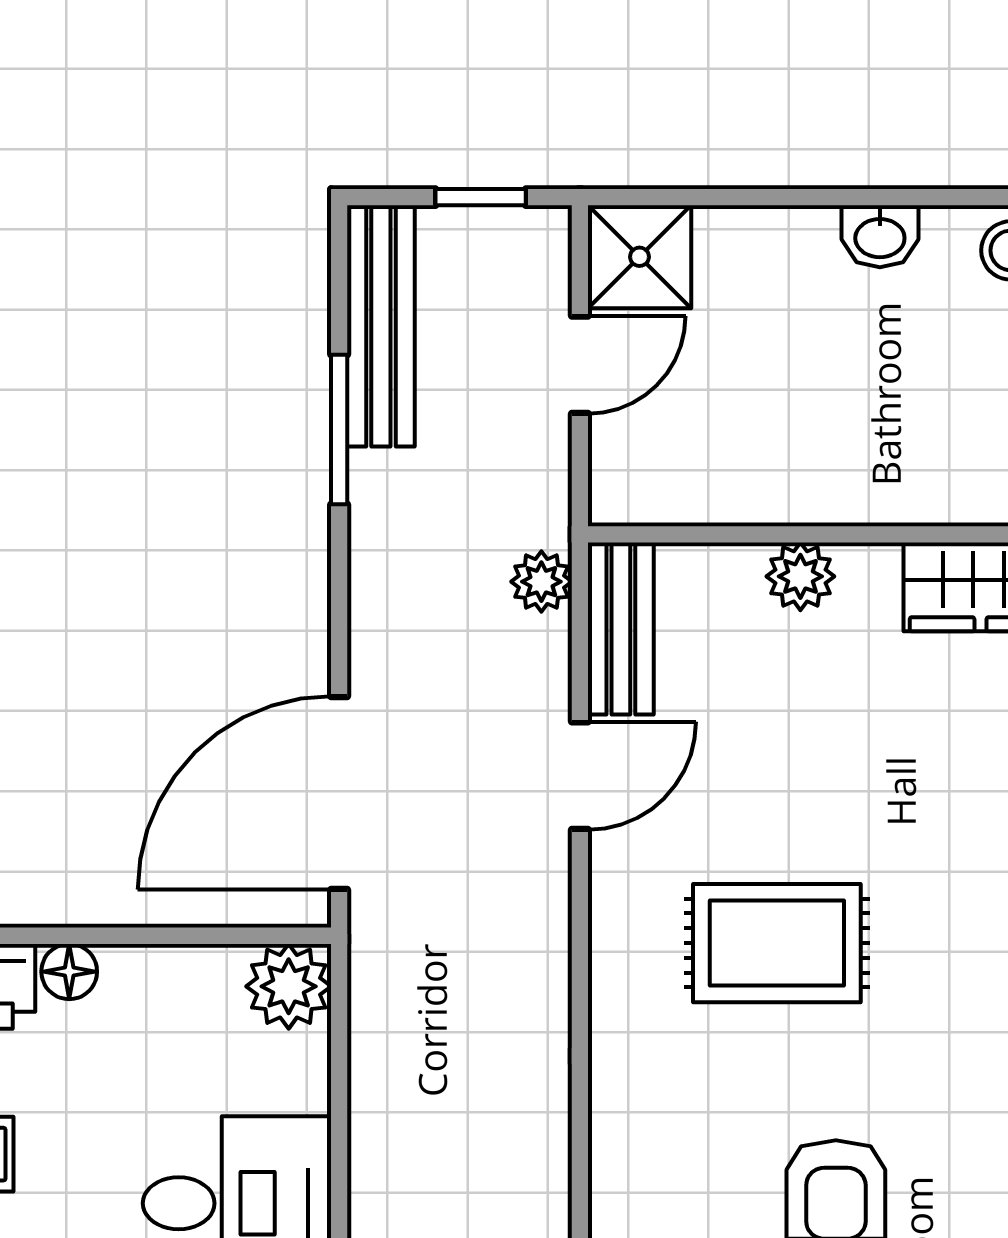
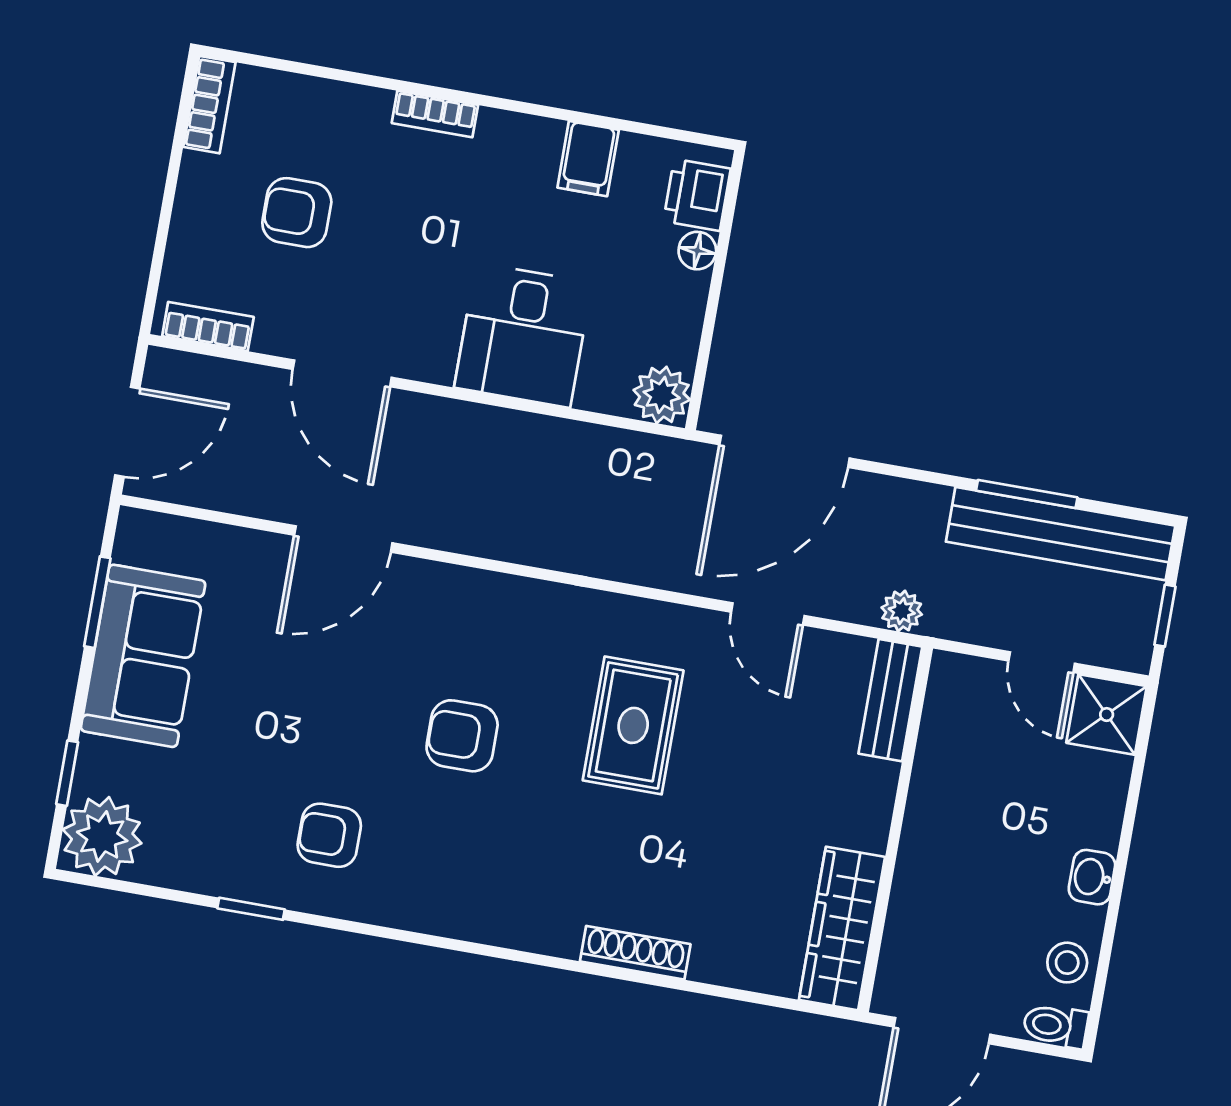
bench: (381, 326) -> (1061, 534), width x1.37, depth x1.21
plant: (800, 576) -> (875, 784), removed
bench: (621, 628) -> (890, 700), moved, turned 90
door: (339, 793) -> (785, 451), swing flipped

